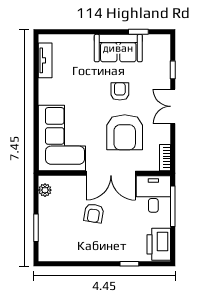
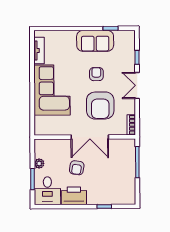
corner sofa: (62, 138) -> (52, 90), moved
plant: (45, 190) -> (39, 164), moved
desk: (153, 194) -> (47, 191), moved, turned 180
printer: (159, 244) -> (74, 196), moved, turned 90

